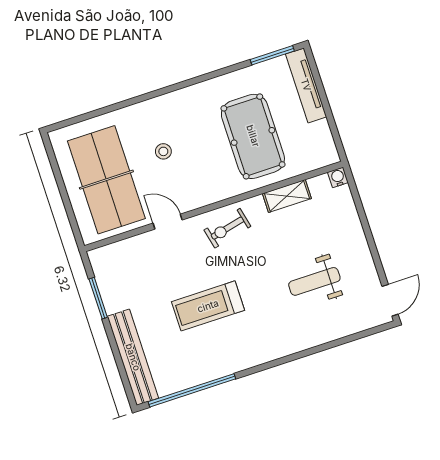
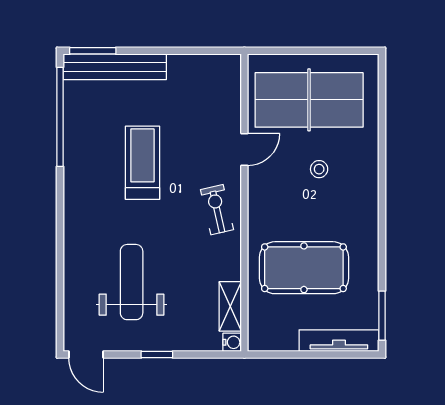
shelving: (287, 196) -> (230, 306), moved
window: (370, 239) -> (157, 355), added
weight bench: (314, 281) -> (132, 282), width x1.36, depth x1.33
window: (98, 298) -> (93, 51), moved

